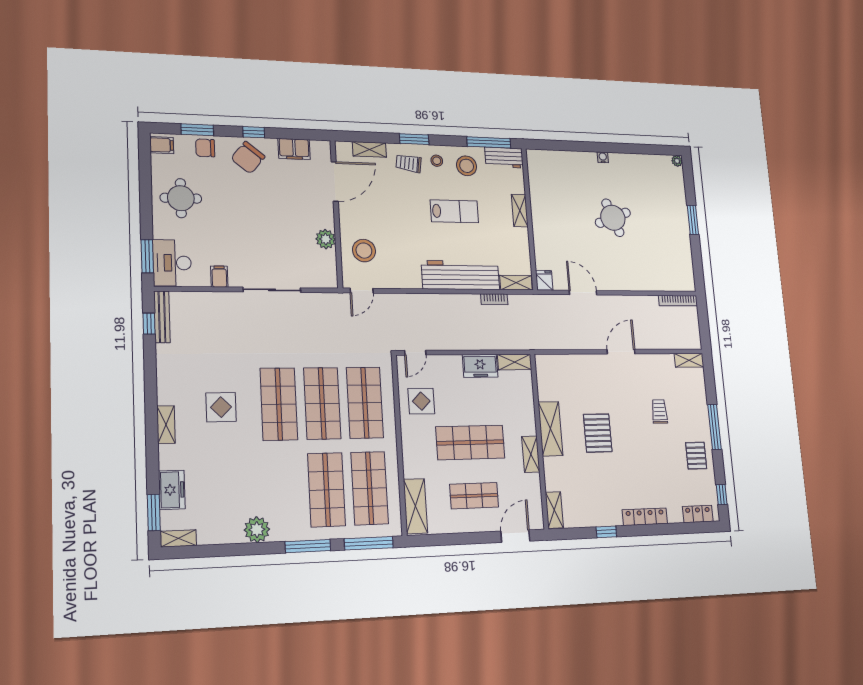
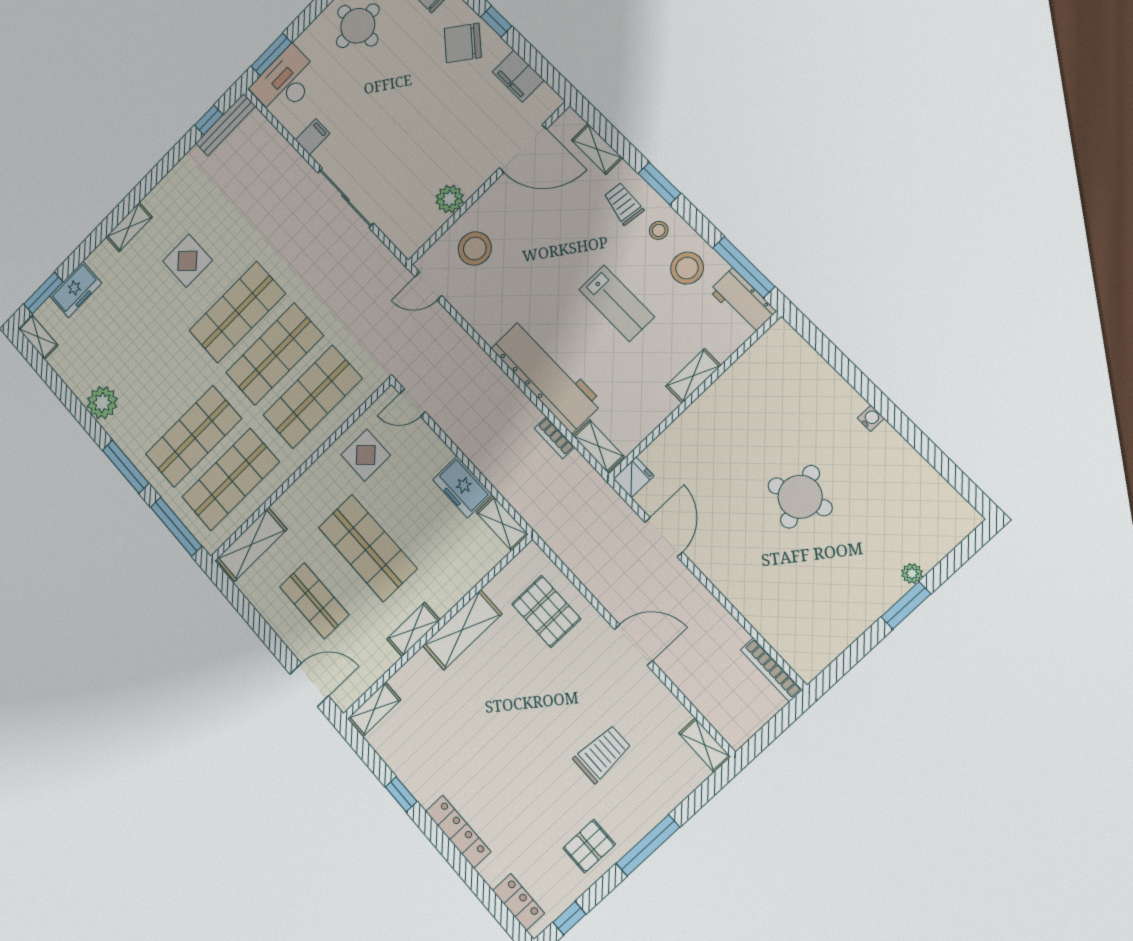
plant: (677, 161) -> (912, 574), moved
trolley: (659, 411) -> (602, 754), width x1.36, depth x1.39
pallet: (598, 433) -> (546, 611), moved, turned 90

